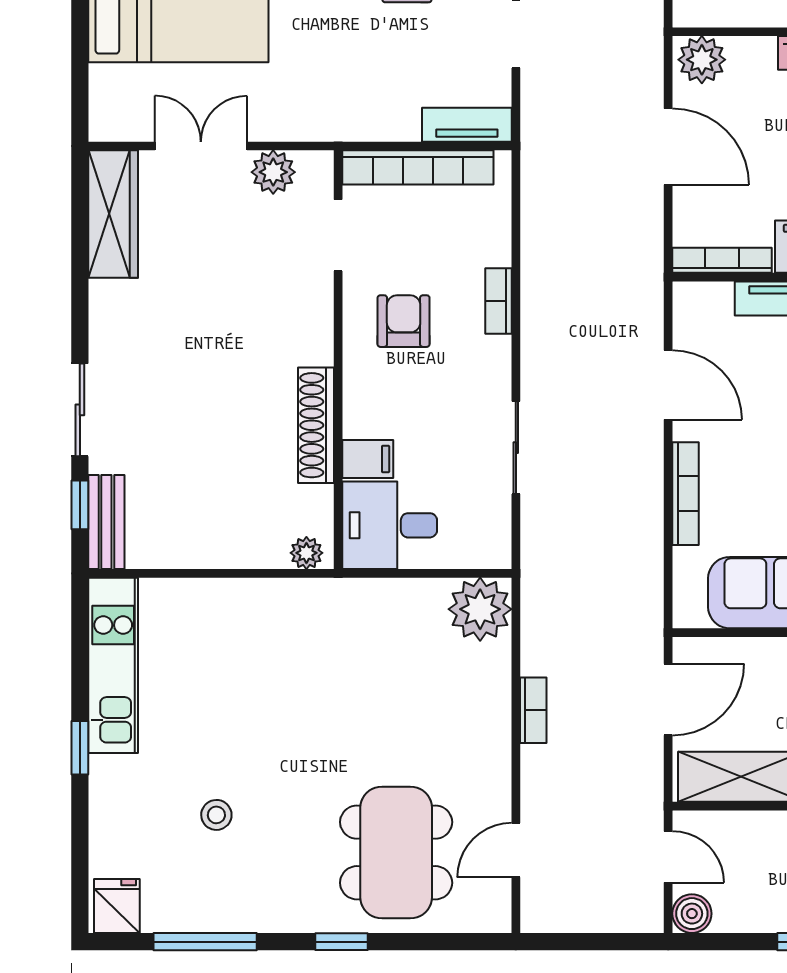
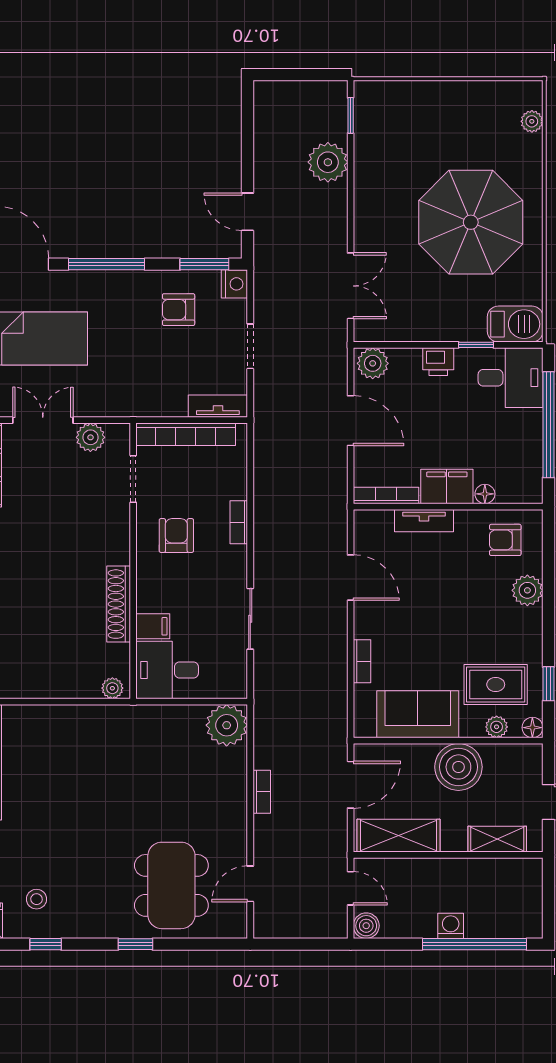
bookcase: (686, 494) -> (362, 661), width x0.64
stool: (216, 815) -> (37, 899), moved
window: (205, 942) -> (46, 944), width x0.46

